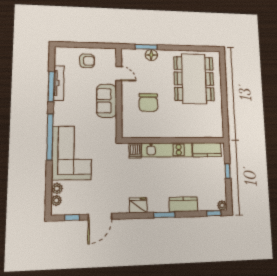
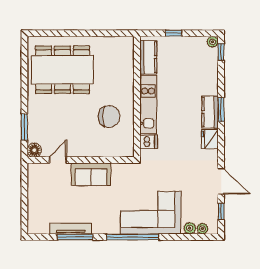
floor lamp: (151, 55) -> (34, 150), moved
armchair: (87, 61) -> (44, 197), removed
chair: (148, 103) -> (109, 116), moved
kitchen counter: (183, 204) -> (210, 112), moved

